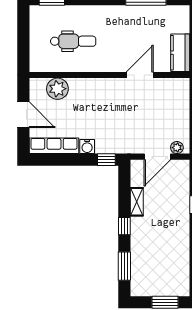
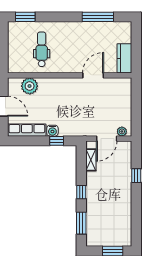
dental chair: (73, 41) -> (42, 49), turned -90
window: (106, 160) -> (57, 141), moved
shelving: (137, 202) -> (91, 160), moved

